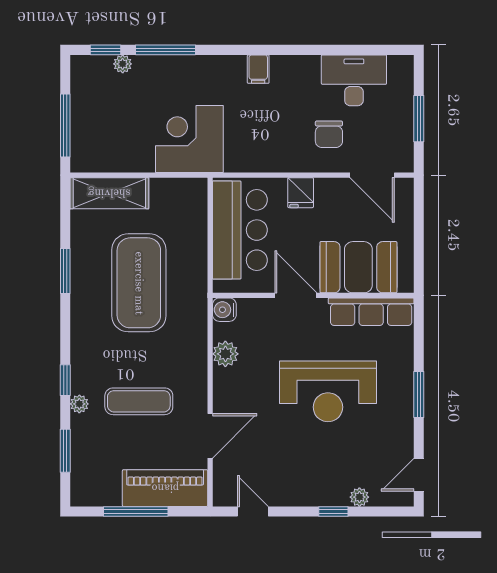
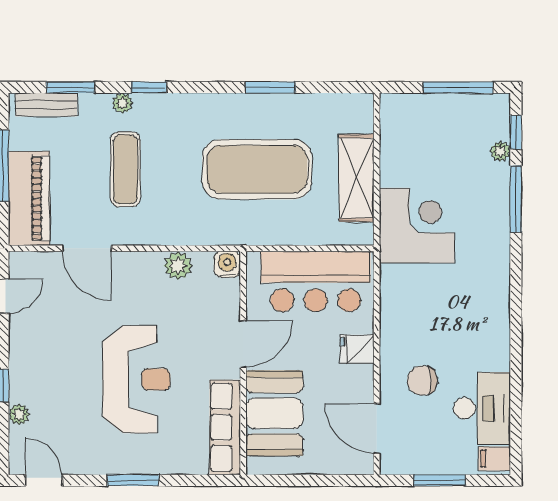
filing cabinet: (258, 69) -> (494, 459), moved
window: (65, 125) -> (458, 87), moved
door: (372, 175) -> (377, 428), hinge flipped
shelving: (109, 193) -> (357, 178), moved
reception desk: (328, 391) -> (136, 379), turned 180
bench: (81, 472) -> (46, 105), added

